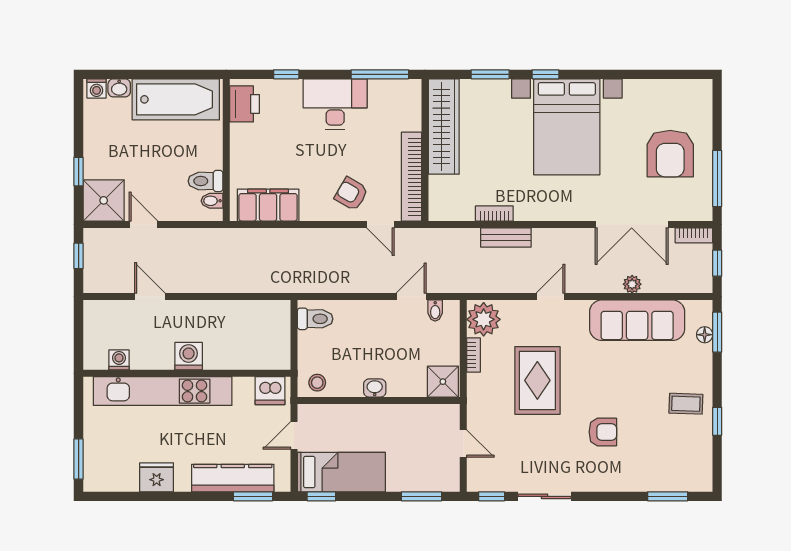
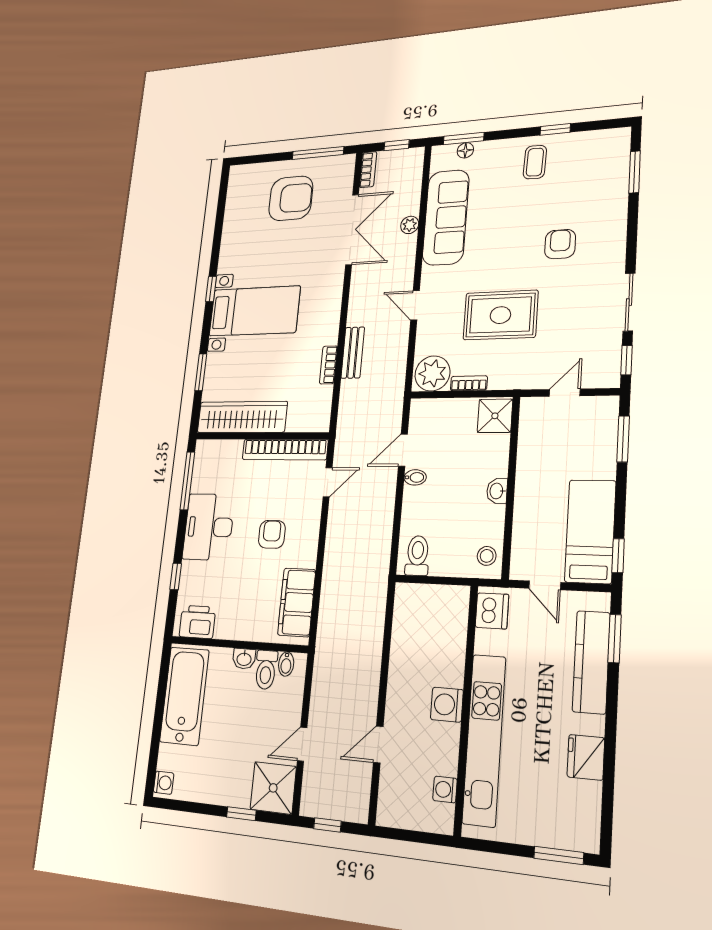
window: (545, 74) -> (211, 289), moved
washbasin: (119, 88) -> (244, 659), moved, turned 90
bed with nightstands: (567, 127) -> (254, 311), width x0.73
armchair: (351, 194) -> (272, 534), moved, turned 150
door: (411, 297) -> (403, 450), hinge flipped
bidet: (435, 311) -> (415, 477), moved

